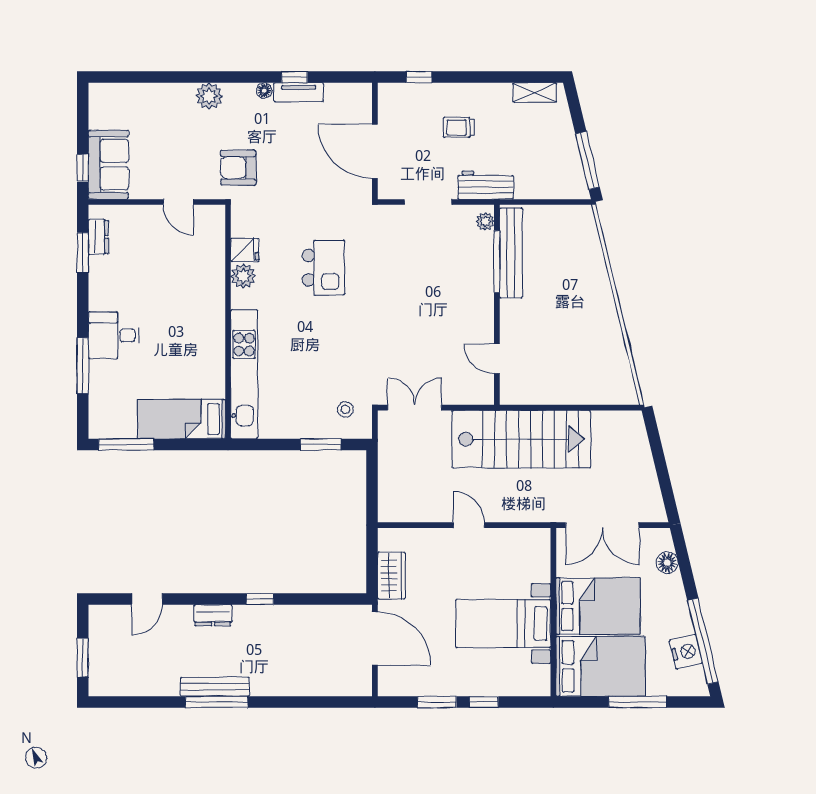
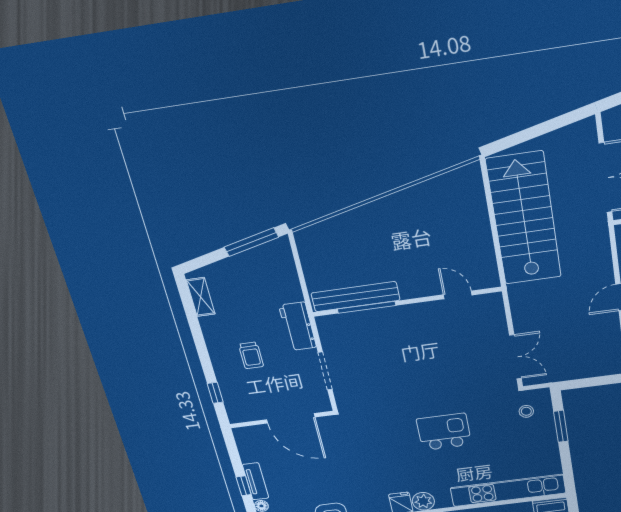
door: (375, 151) -> (291, 418), hinge flipped
plant: (485, 221) -> (331, 322), removed
kitchen island: (323, 268) -> (444, 432), moved
door: (497, 359) -> (458, 295), swing flipped
double door: (415, 408) -> (515, 357), swing flipped
stairs: (521, 439) -> (524, 219), moved

